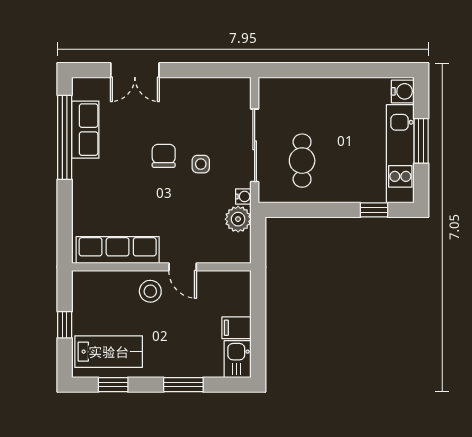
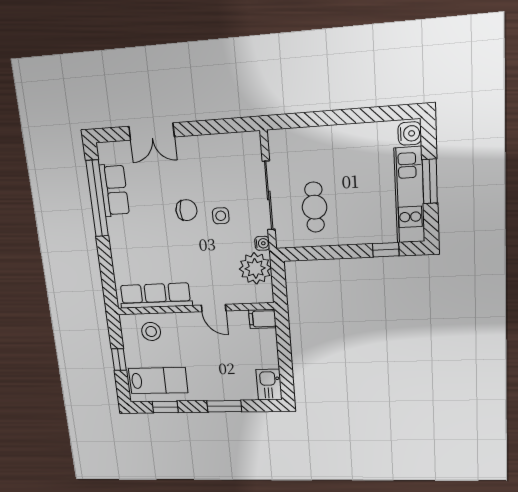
chair: (164, 156) -> (186, 210), turned 90
plant: (238, 219) -> (255, 268), width x1.36, depth x1.36
stool: (150, 291) -> (151, 331), moved
filing cabinet: (236, 328) -> (262, 319), moved

